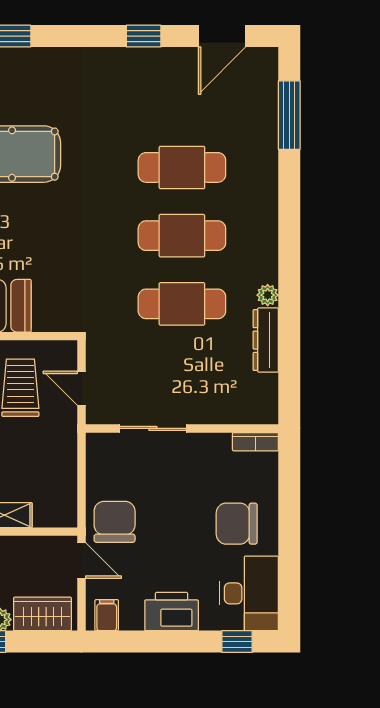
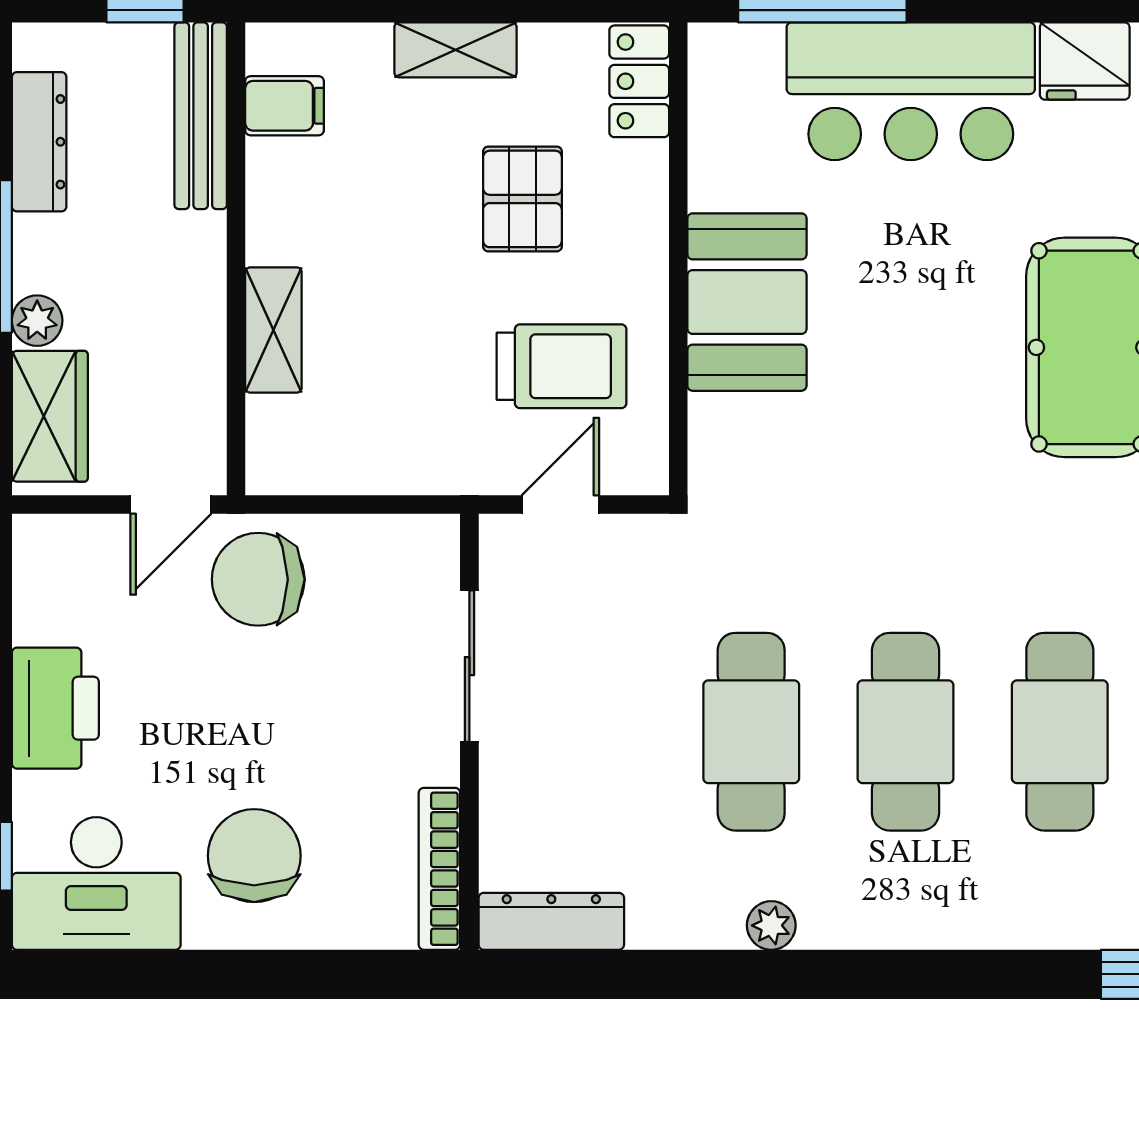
dresser: (266, 340) -> (551, 921), moved
bookcase: (255, 442) -> (439, 869), width x1.56
chair: (115, 522) -> (258, 579), turned 180
filing cabinet: (107, 615) -> (47, 562), removed

